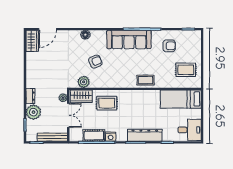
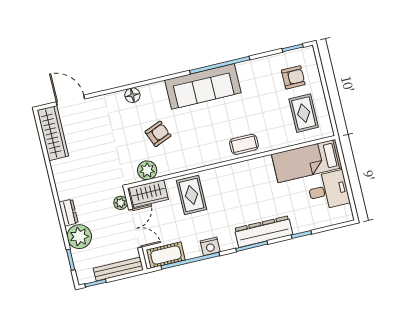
door: (47, 29) -> (70, 100), swing flipped
wardrobe: (32, 41) -> (53, 133), width x1.50
armchair: (169, 46) -> (293, 77), moved
rug: (186, 70) -> (304, 113), turned 90
rug: (107, 103) -> (192, 195), turned 90
desk: (190, 130) -> (328, 190), moved
cot: (94, 135) -> (166, 255), moved

